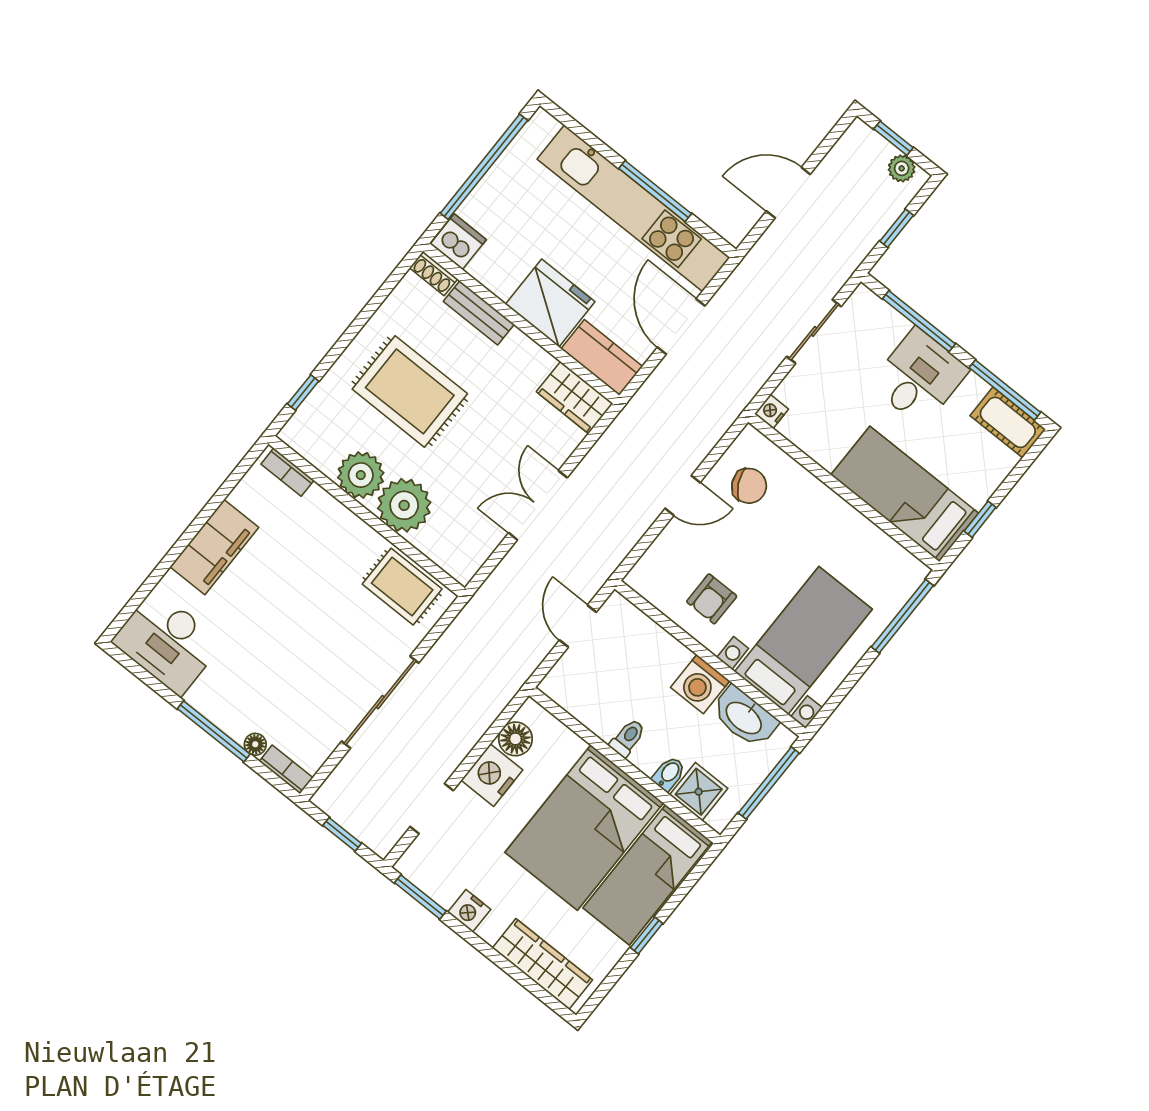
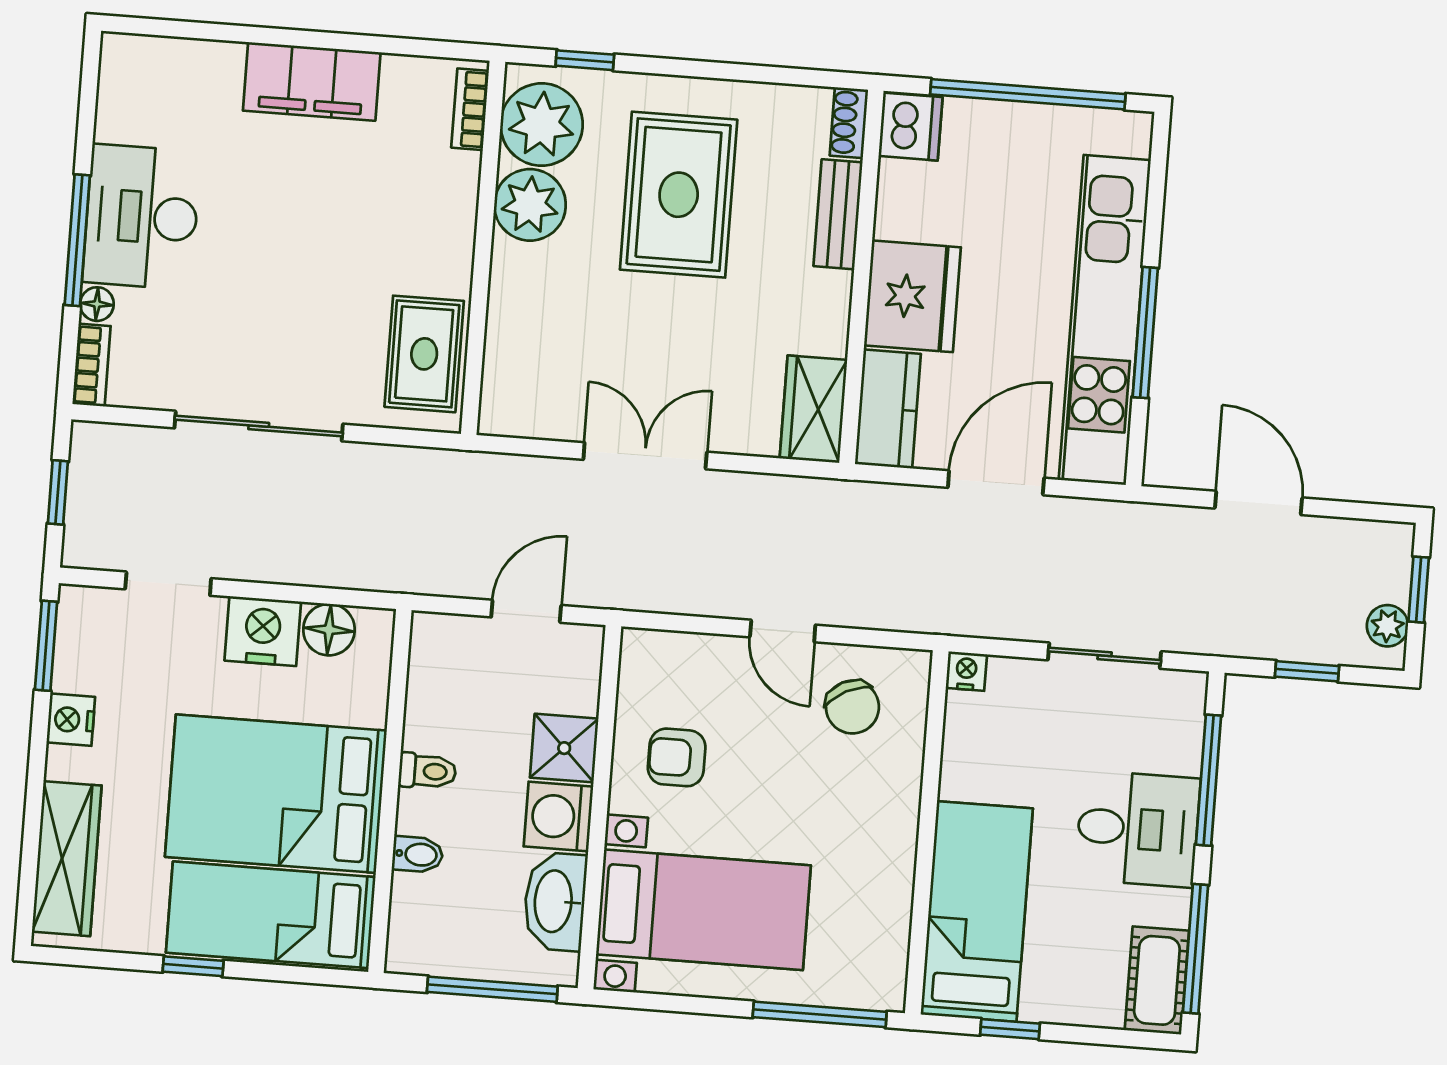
plant: (404, 505) -> (542, 125), moved
desk: (167, 642) -> (142, 217), moved
shower: (699, 792) -> (564, 748), moved

